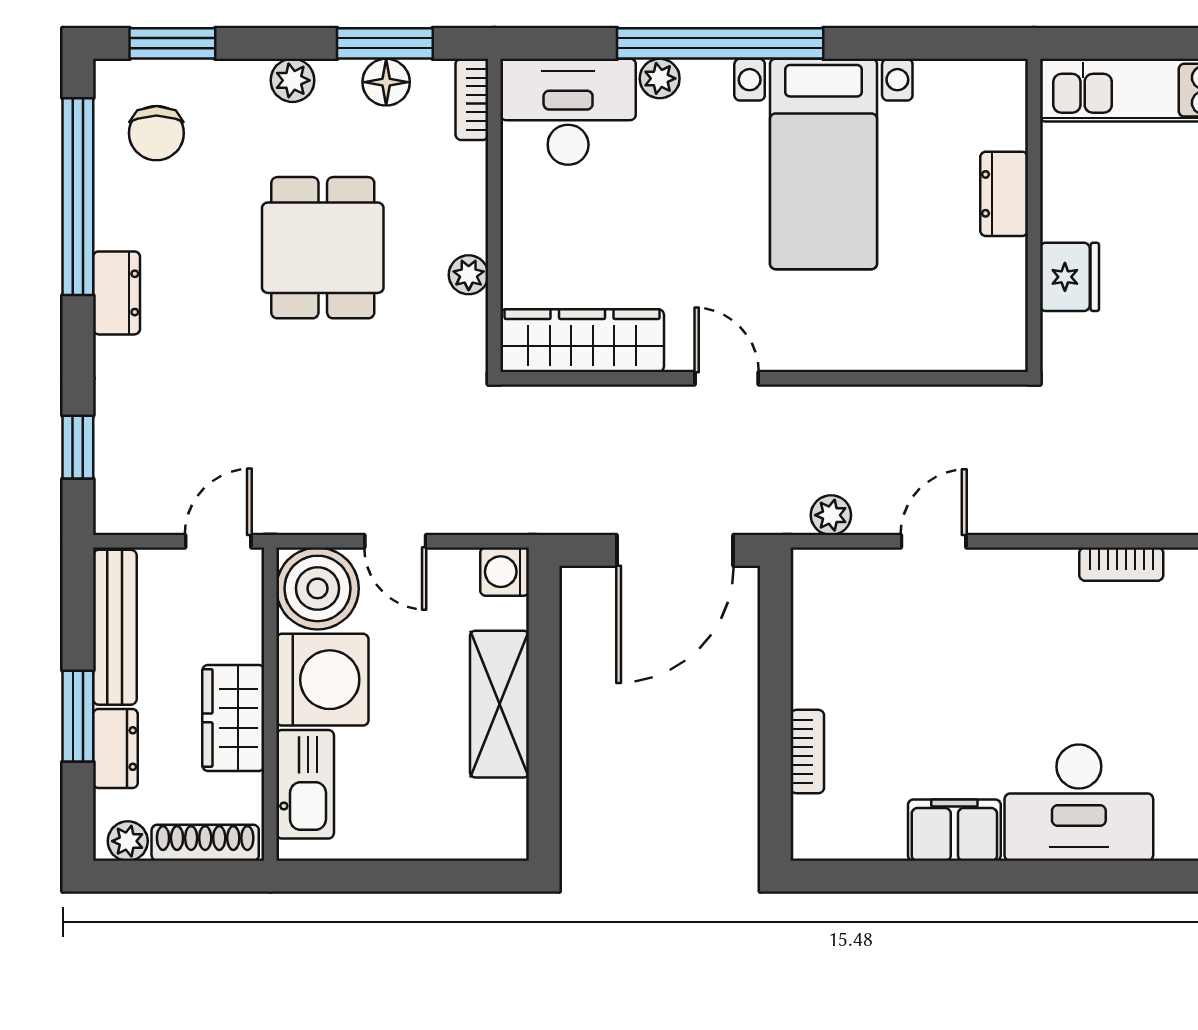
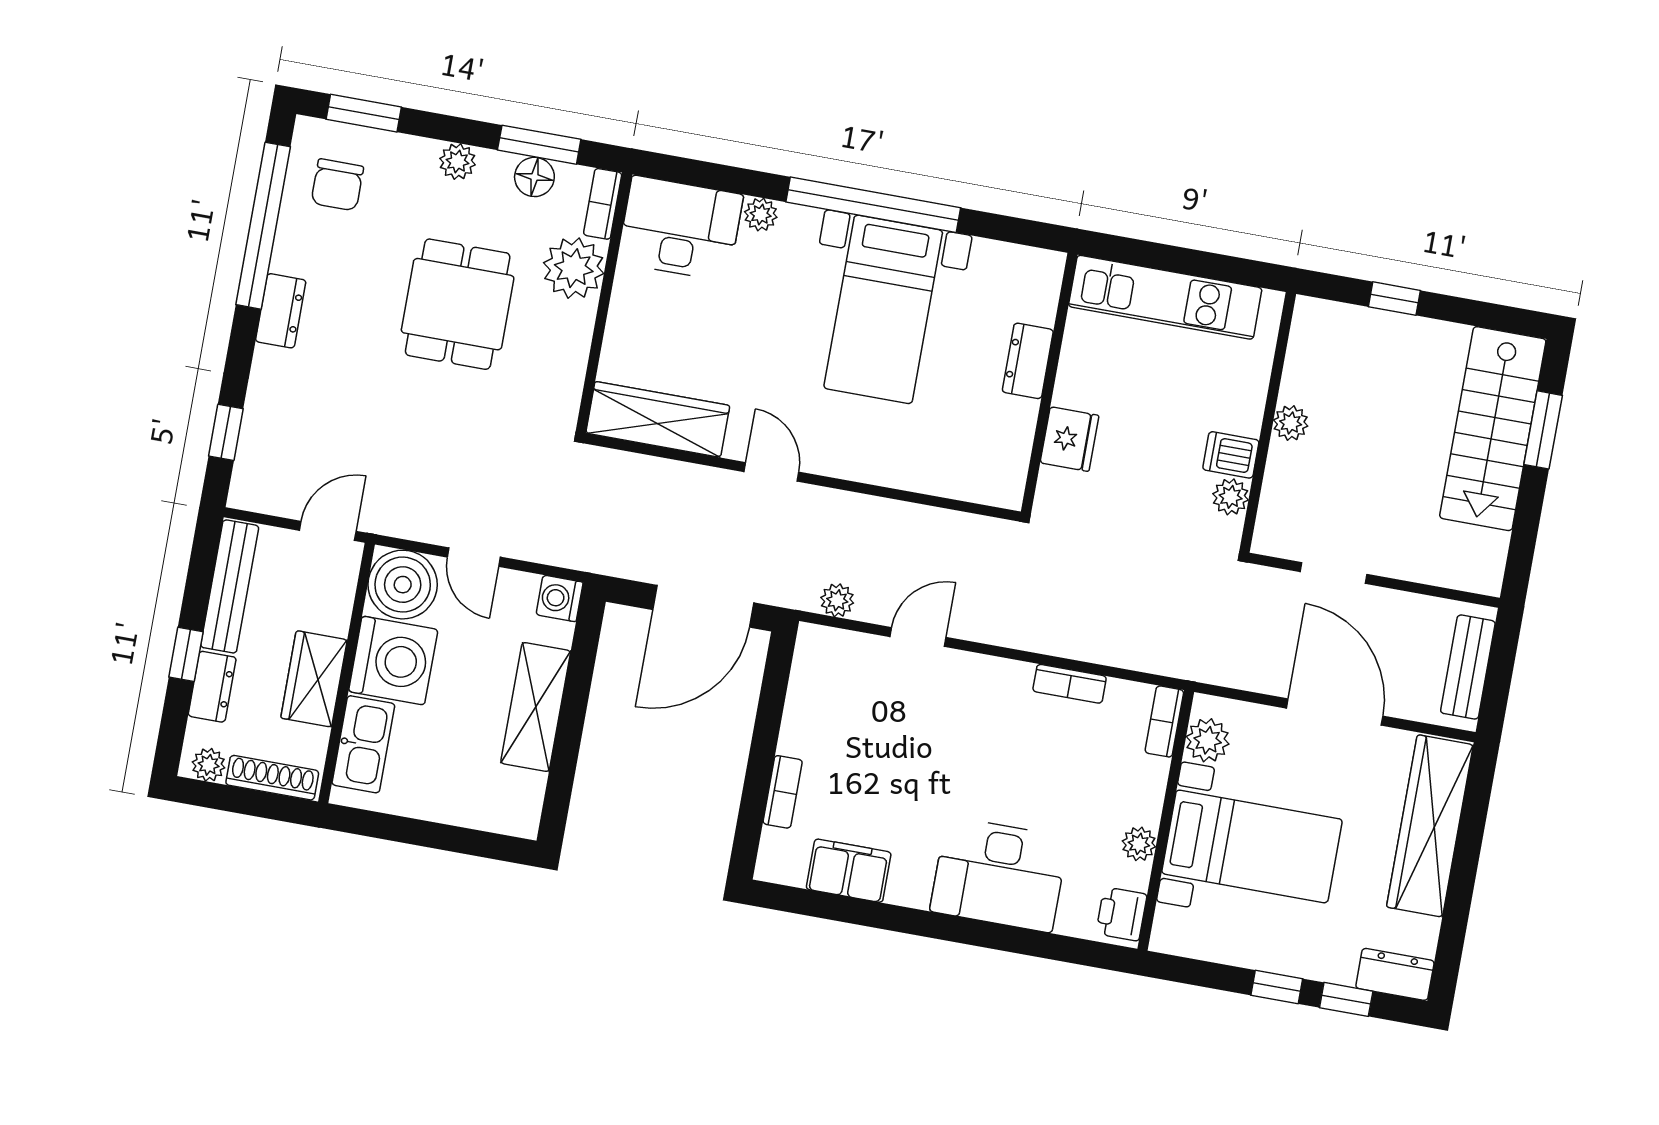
window: (720, 43) -> (873, 205), moved
plant: (469, 275) -> (574, 268), moved, width x1.87, depth x1.87
window: (78, 716) -> (186, 654), width x0.67
filing cabinet: (954, 830) -> (849, 871), moved

